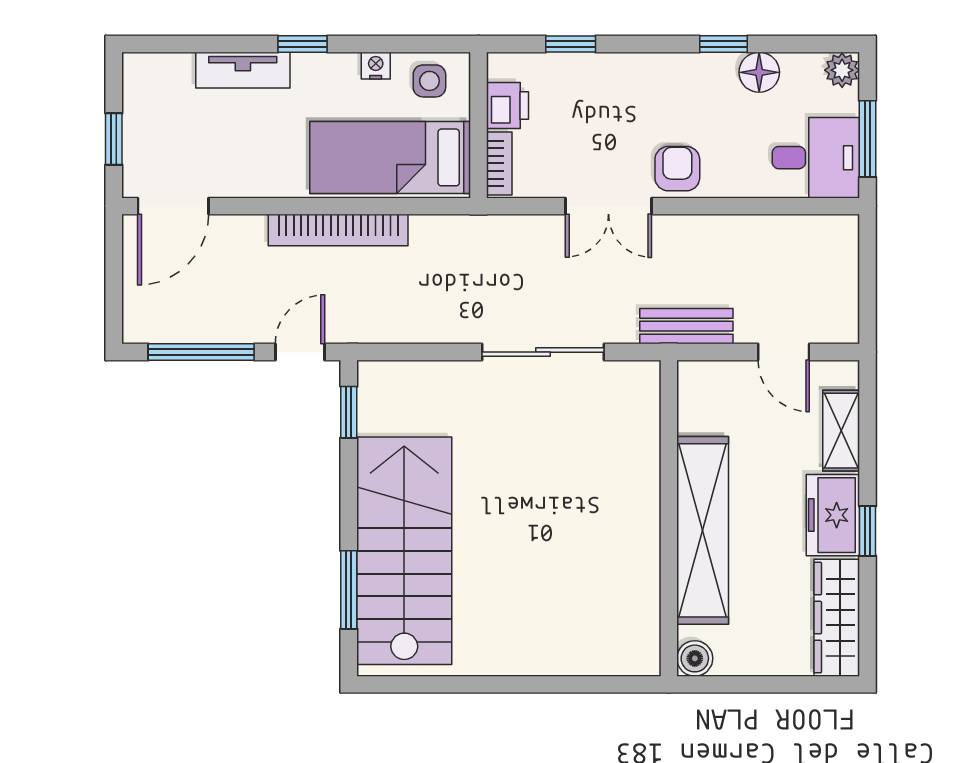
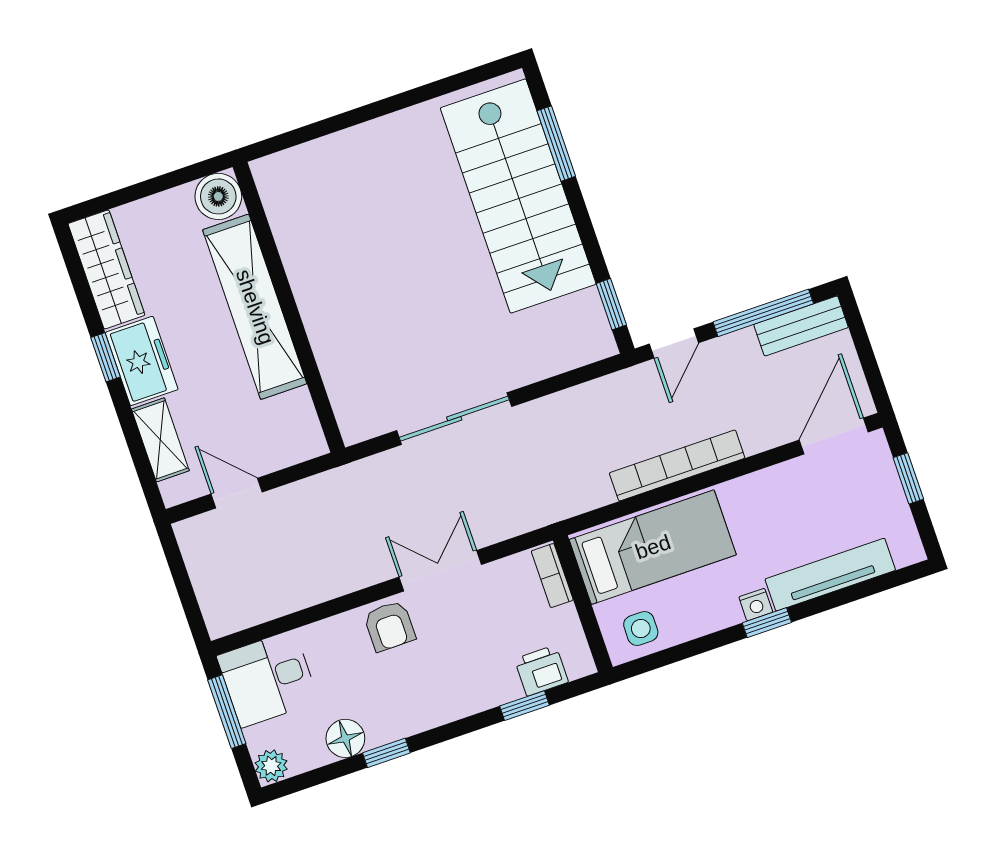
nightstand: (376, 66) -> (756, 605), moved
tv unit: (243, 70) -> (830, 575), width x1.41
printer: (507, 106) -> (541, 671), moved, turned 90
bench: (686, 326) -> (801, 326), moved
boiler: (695, 658) -> (218, 196), width x1.36, depth x1.36

